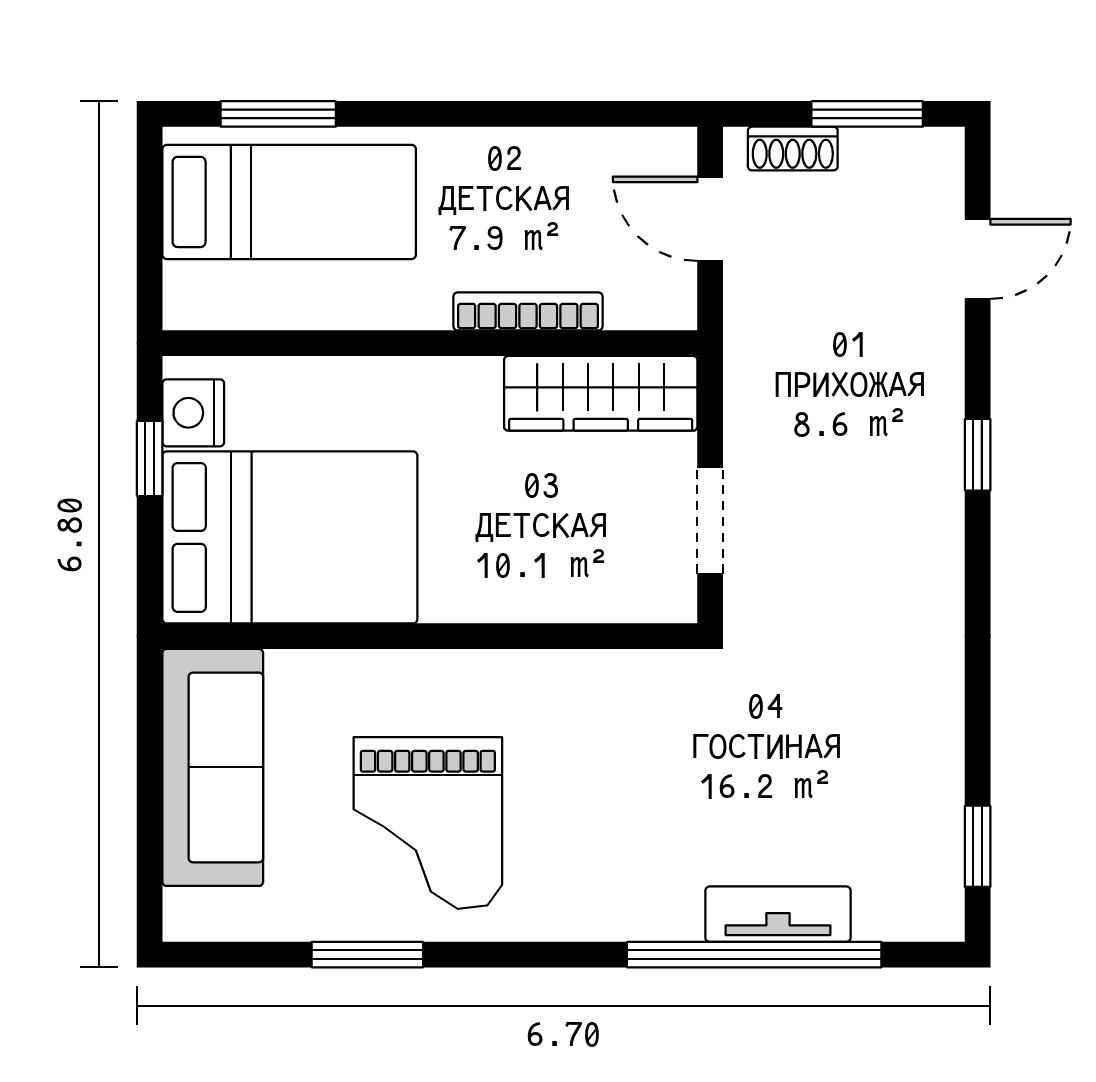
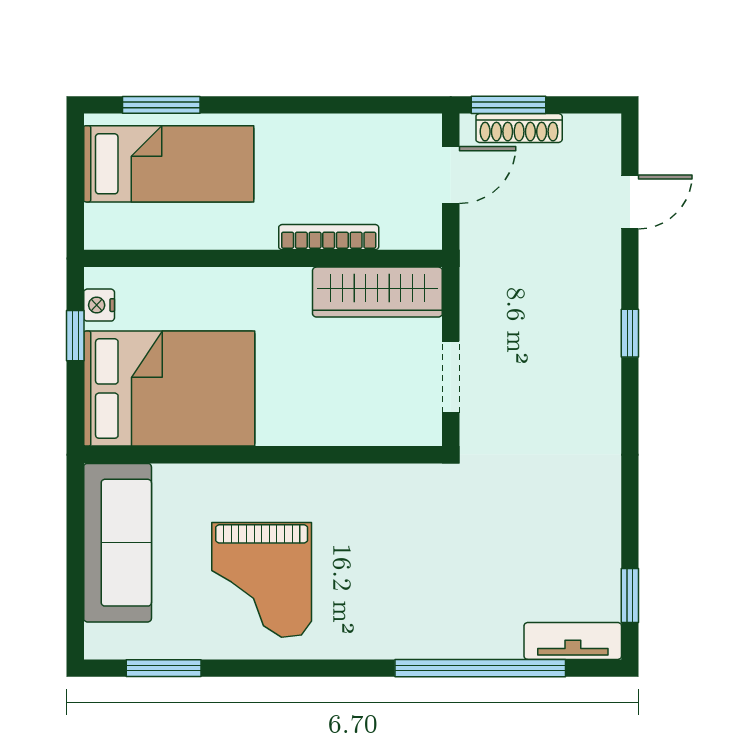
window: (867, 114) -> (508, 105), moved
shoe rack: (793, 149) -> (519, 128), width x1.43
door: (710, 219) -> (451, 175), swing flipped
nightstand: (193, 413) -> (99, 305), width x0.72, depth x0.74
tv unit: (778, 914) -> (573, 641), moved
window: (367, 955) -> (164, 668), moved

